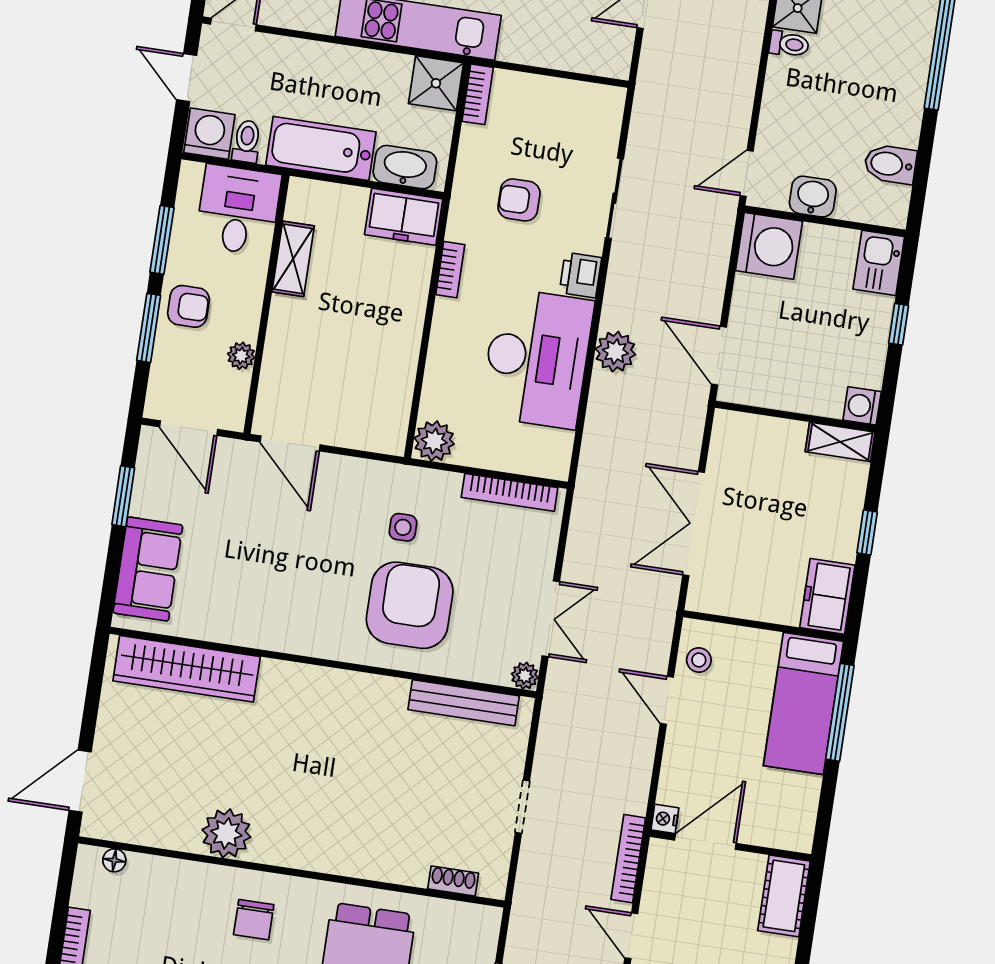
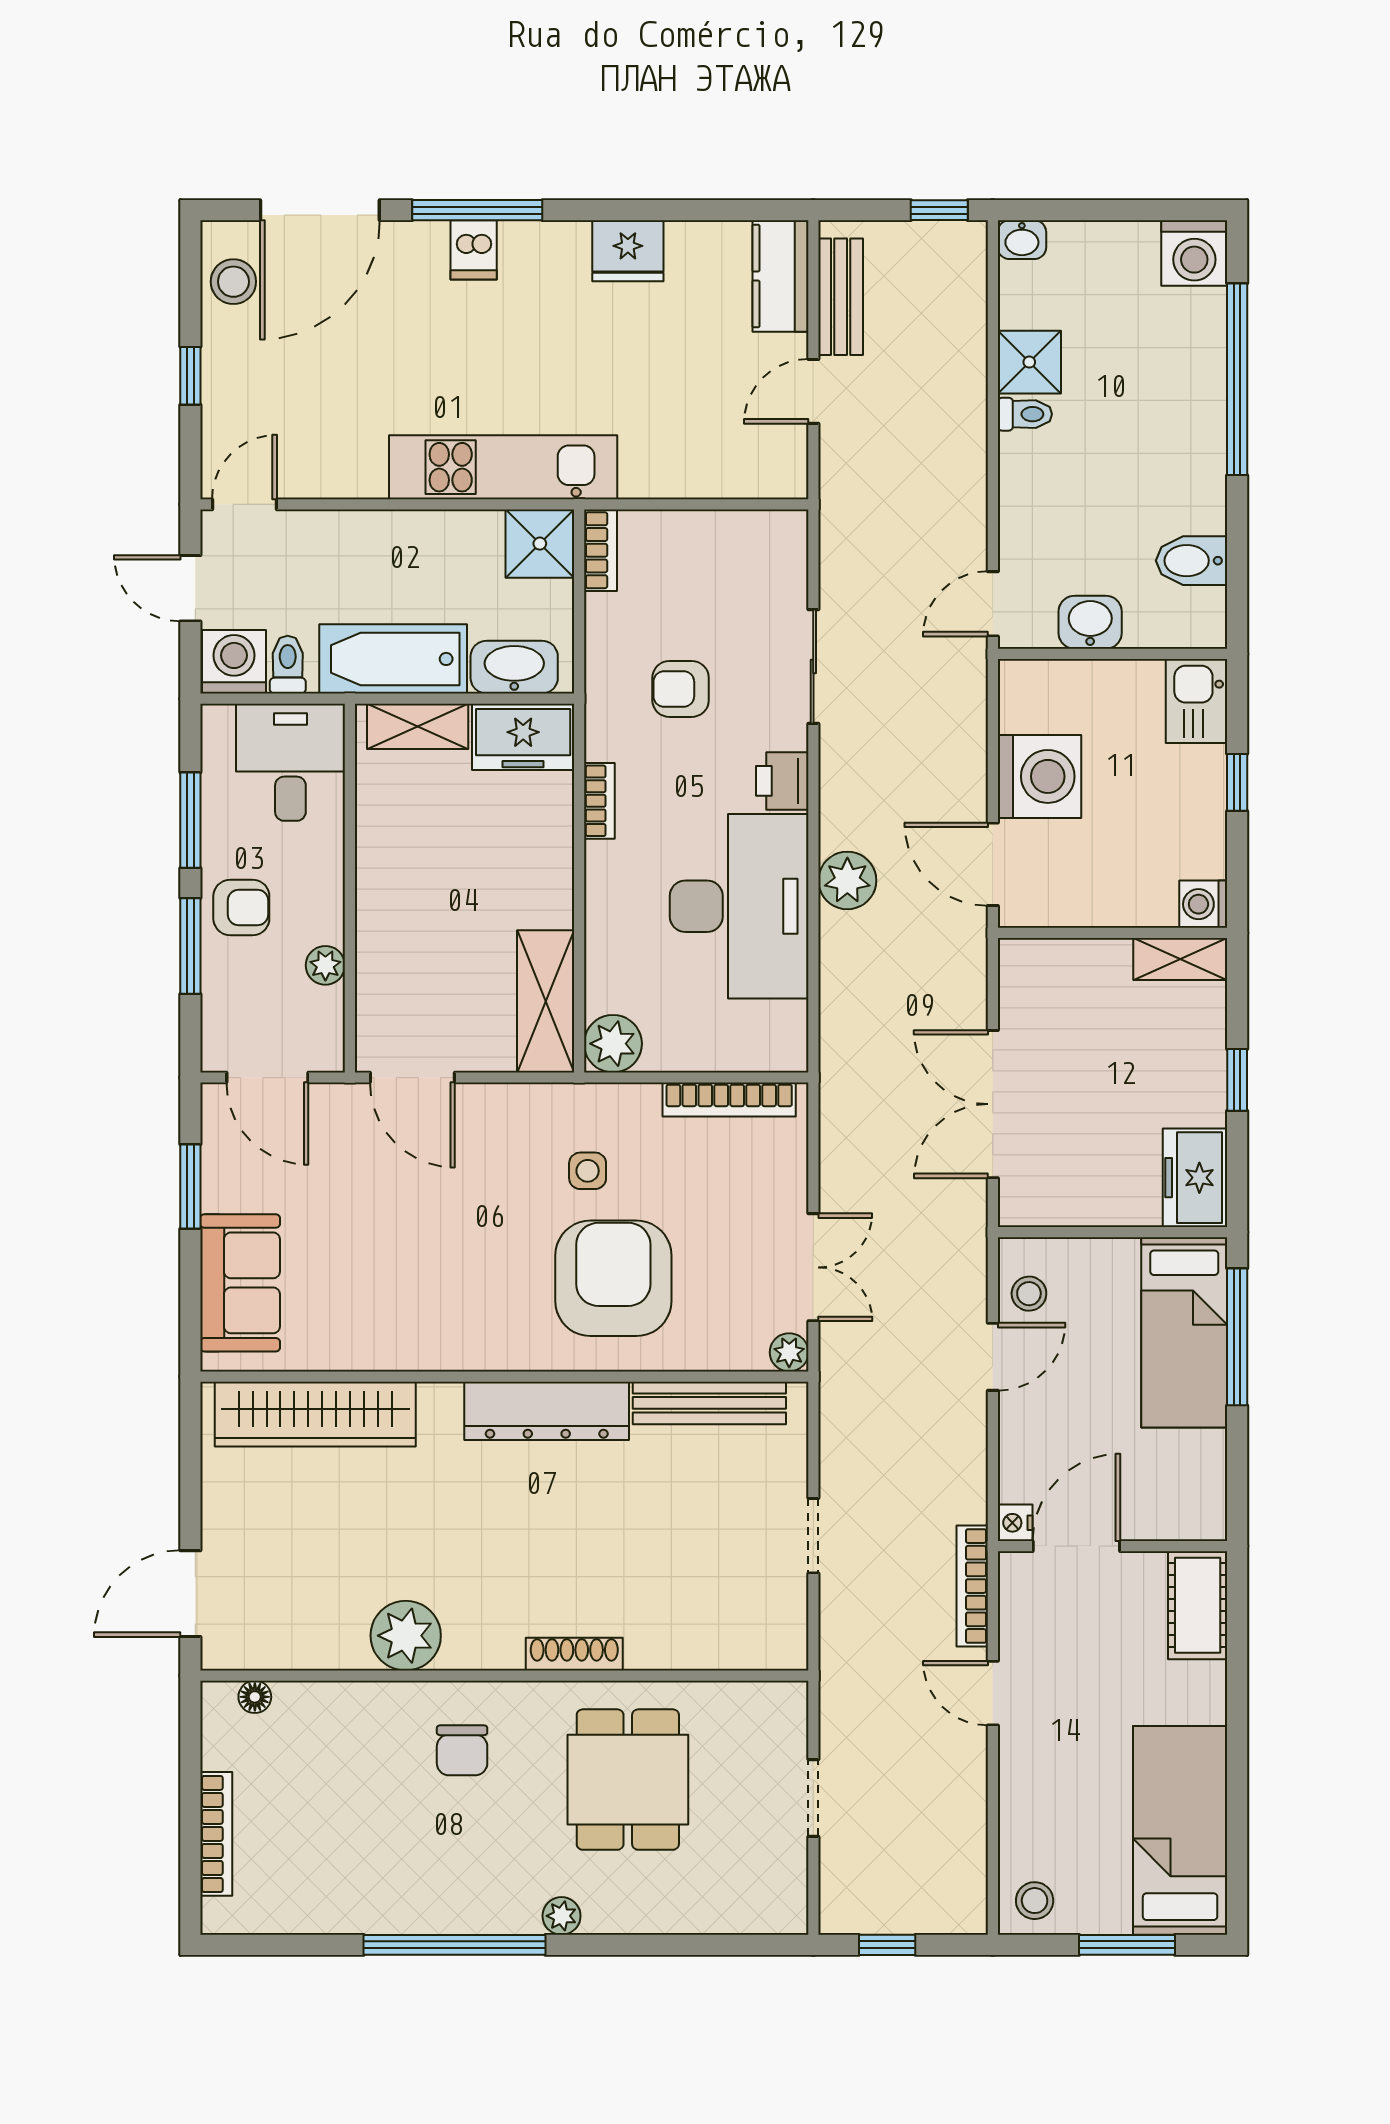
washing machine: (769, 246) -> (1039, 776), moved
shelving: (293, 259) -> (418, 726), moved, turned 90
shelving: (392, 404) -> (546, 1001), added
dresser: (349, 691) -> (547, 1411), added
door: (667, 700) -> (993, 1357), swing flipped
shoe rack: (453, 881) -> (574, 1654), moved, width x1.43

